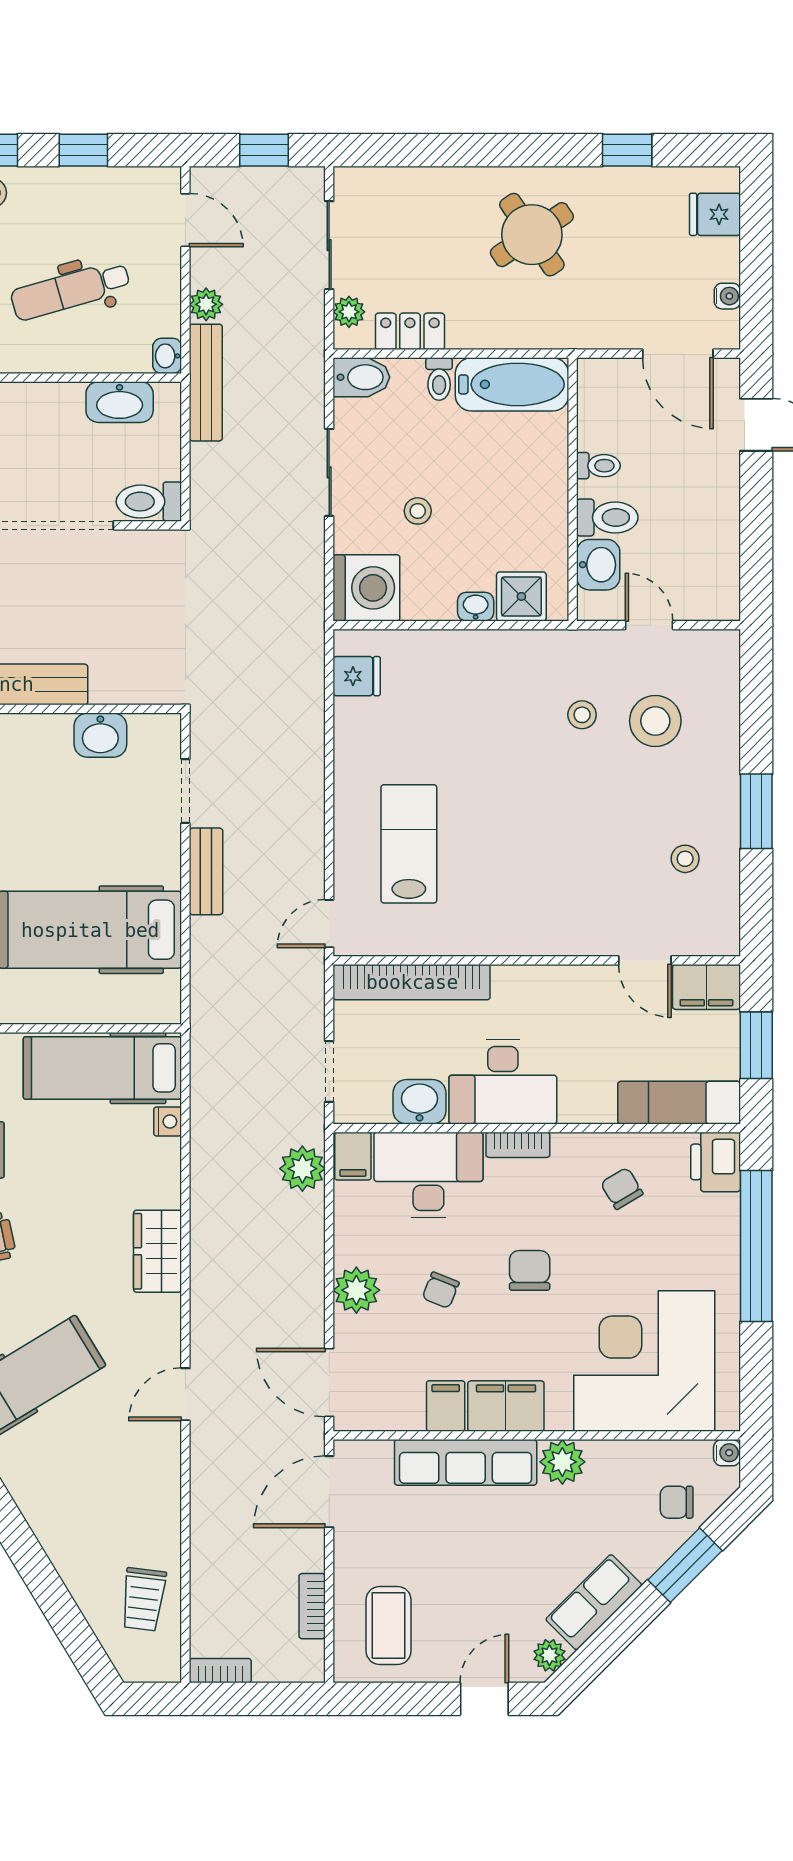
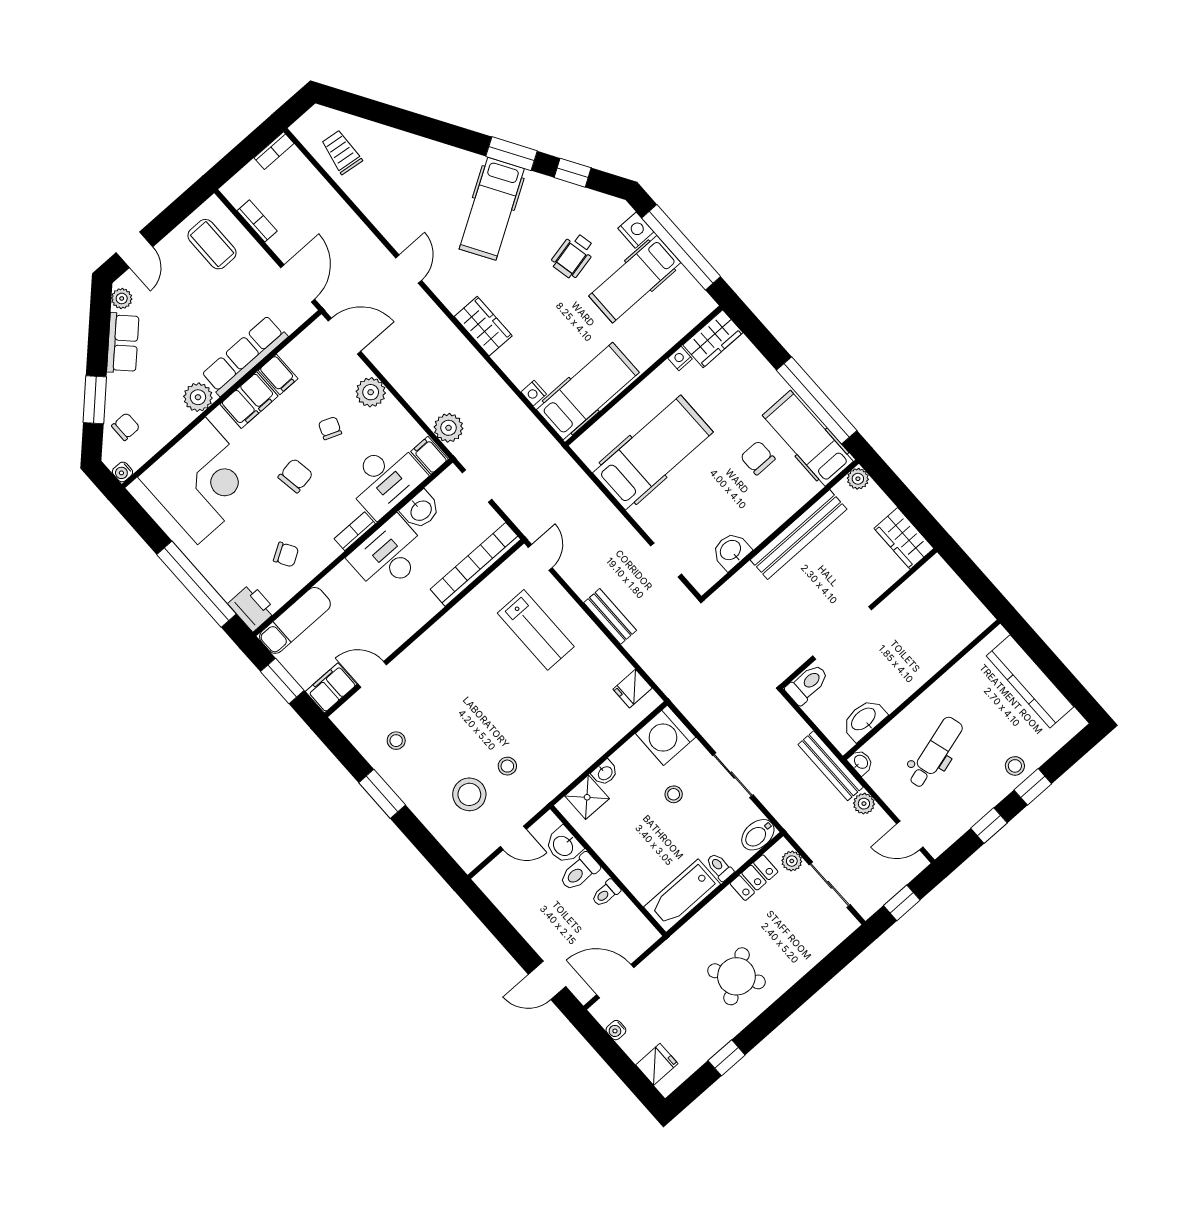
bench: (206, 871) -> (610, 616), moved
chair: (530, 1270) -> (295, 476), turned -99

